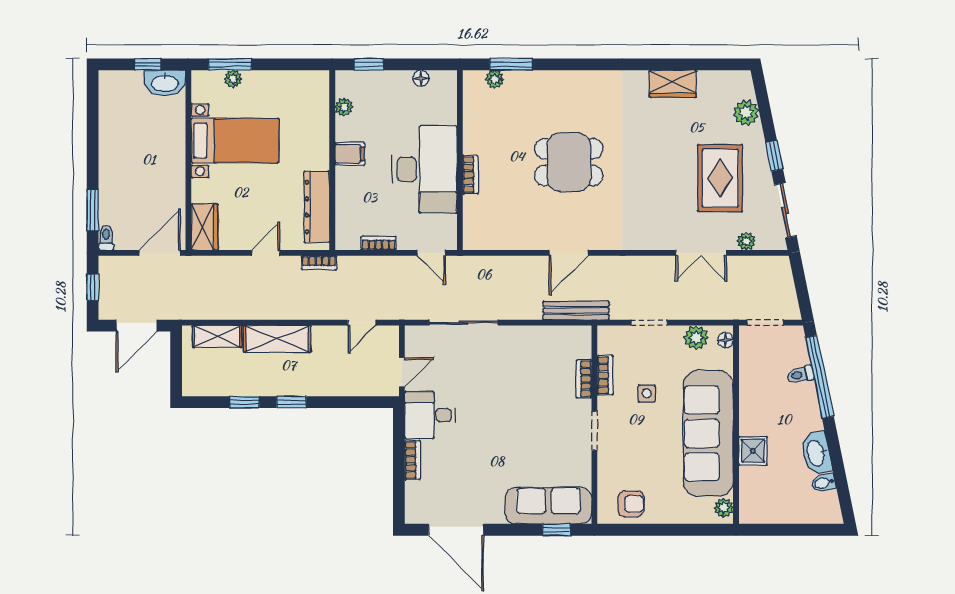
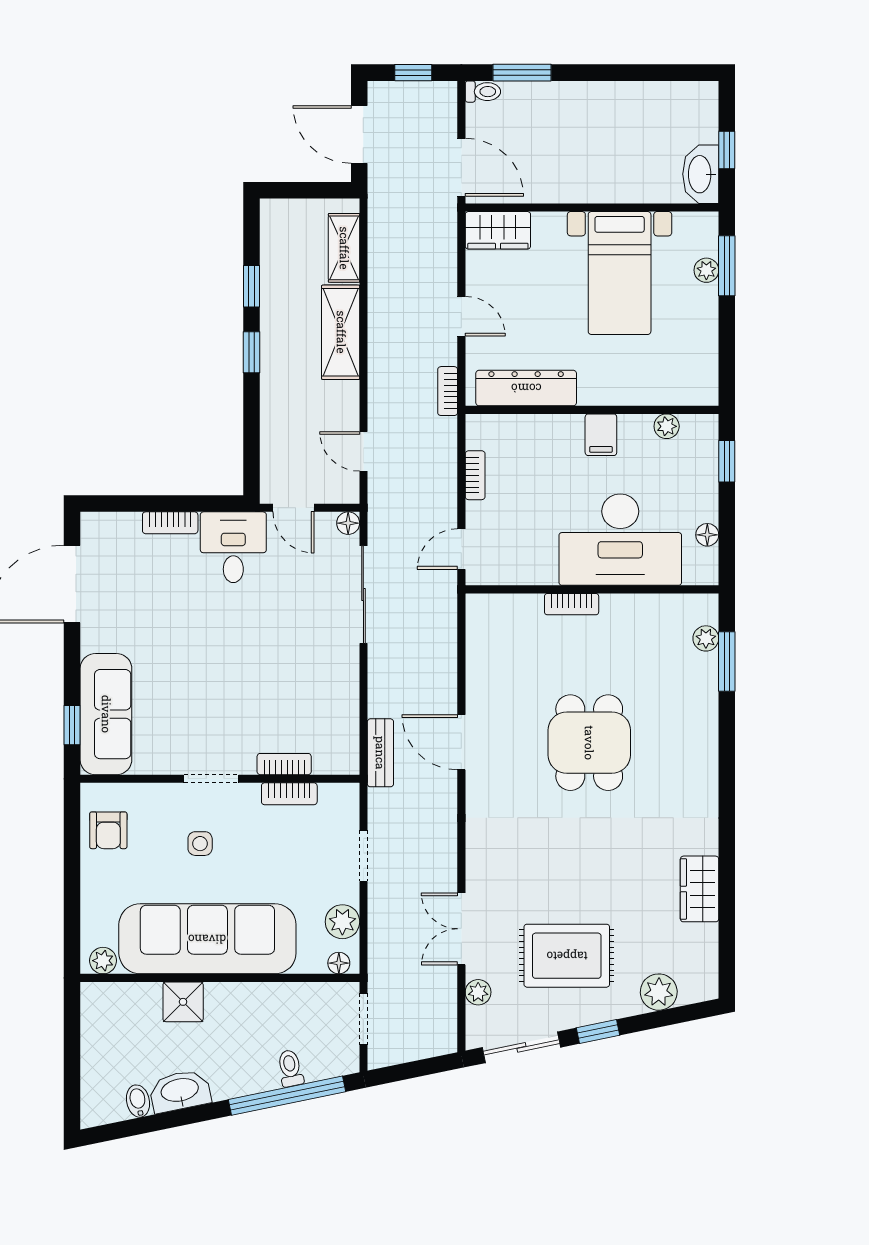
desk: (425, 169) -> (620, 540), moved
bench: (576, 311) -> (380, 753), width x0.73
floor lamp: (413, 333) -> (348, 523), added
side table: (647, 393) -> (200, 844), moved

